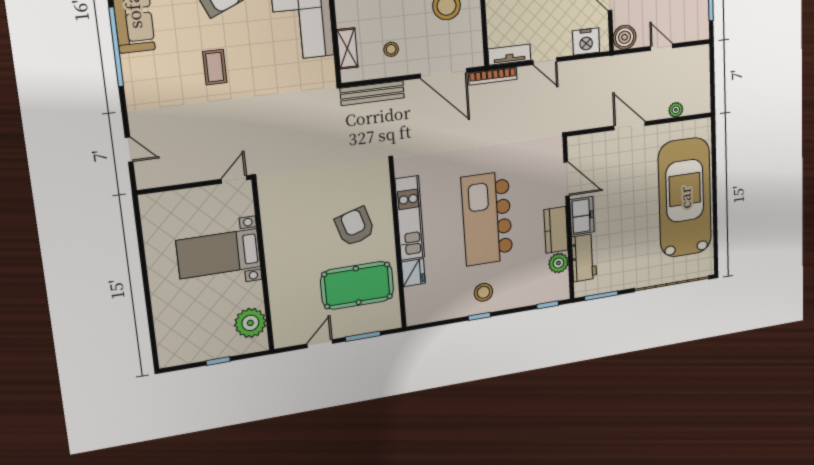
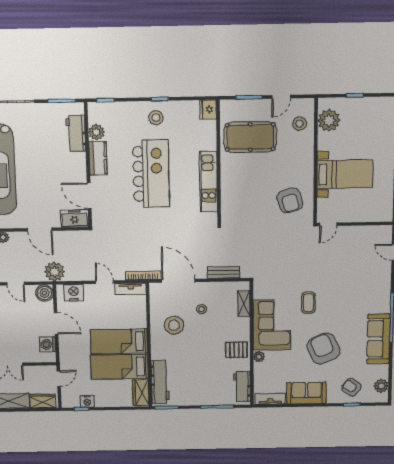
stool: (391, 49) -> (202, 309), moved
coffee table: (215, 67) -> (309, 303), moved
plant: (611, 69) -> (55, 272), added
bench: (372, 93) -> (223, 272), width x0.73
freezer: (582, 216) -> (75, 218), moved, turned 90
armchair: (355, 227) -> (290, 200), moved
fridge: (413, 273) -> (208, 109), moved
stool: (291, 313) -> (299, 124), added

